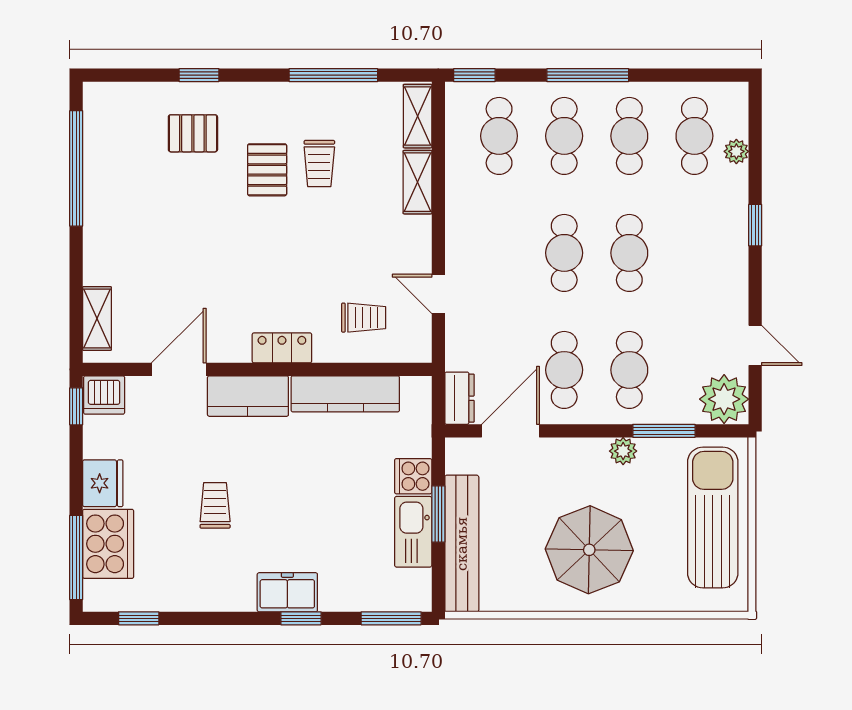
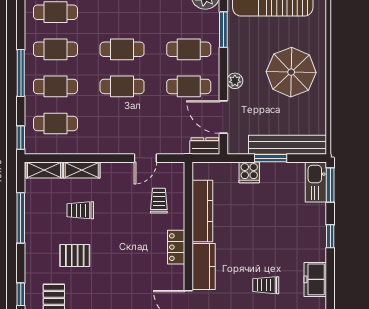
trolley: (319, 164) -> (80, 210), moved, turned 180
plant: (623, 451) -> (235, 81), moved
kitchen sink: (413, 532) -> (316, 182), moved, turned 90
freezer: (287, 592) -> (315, 279), moved

